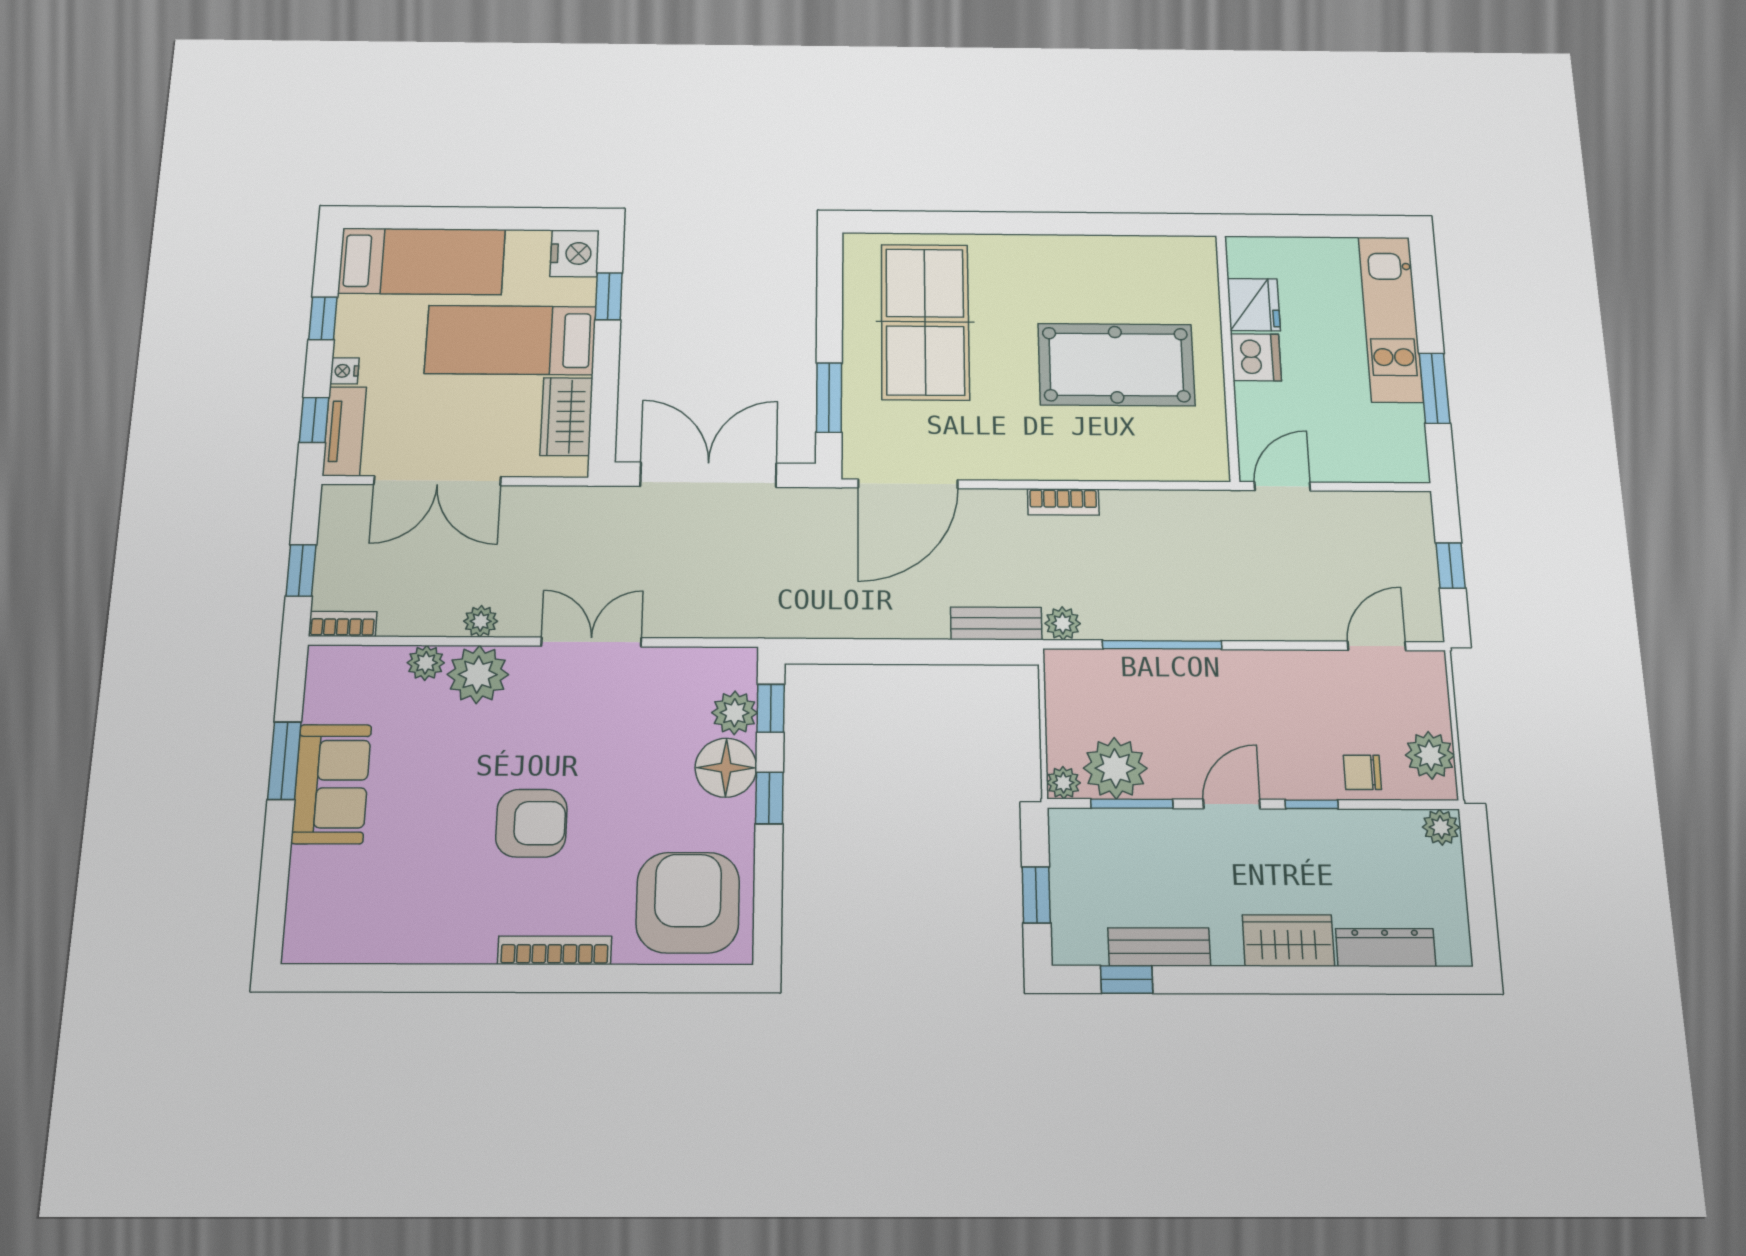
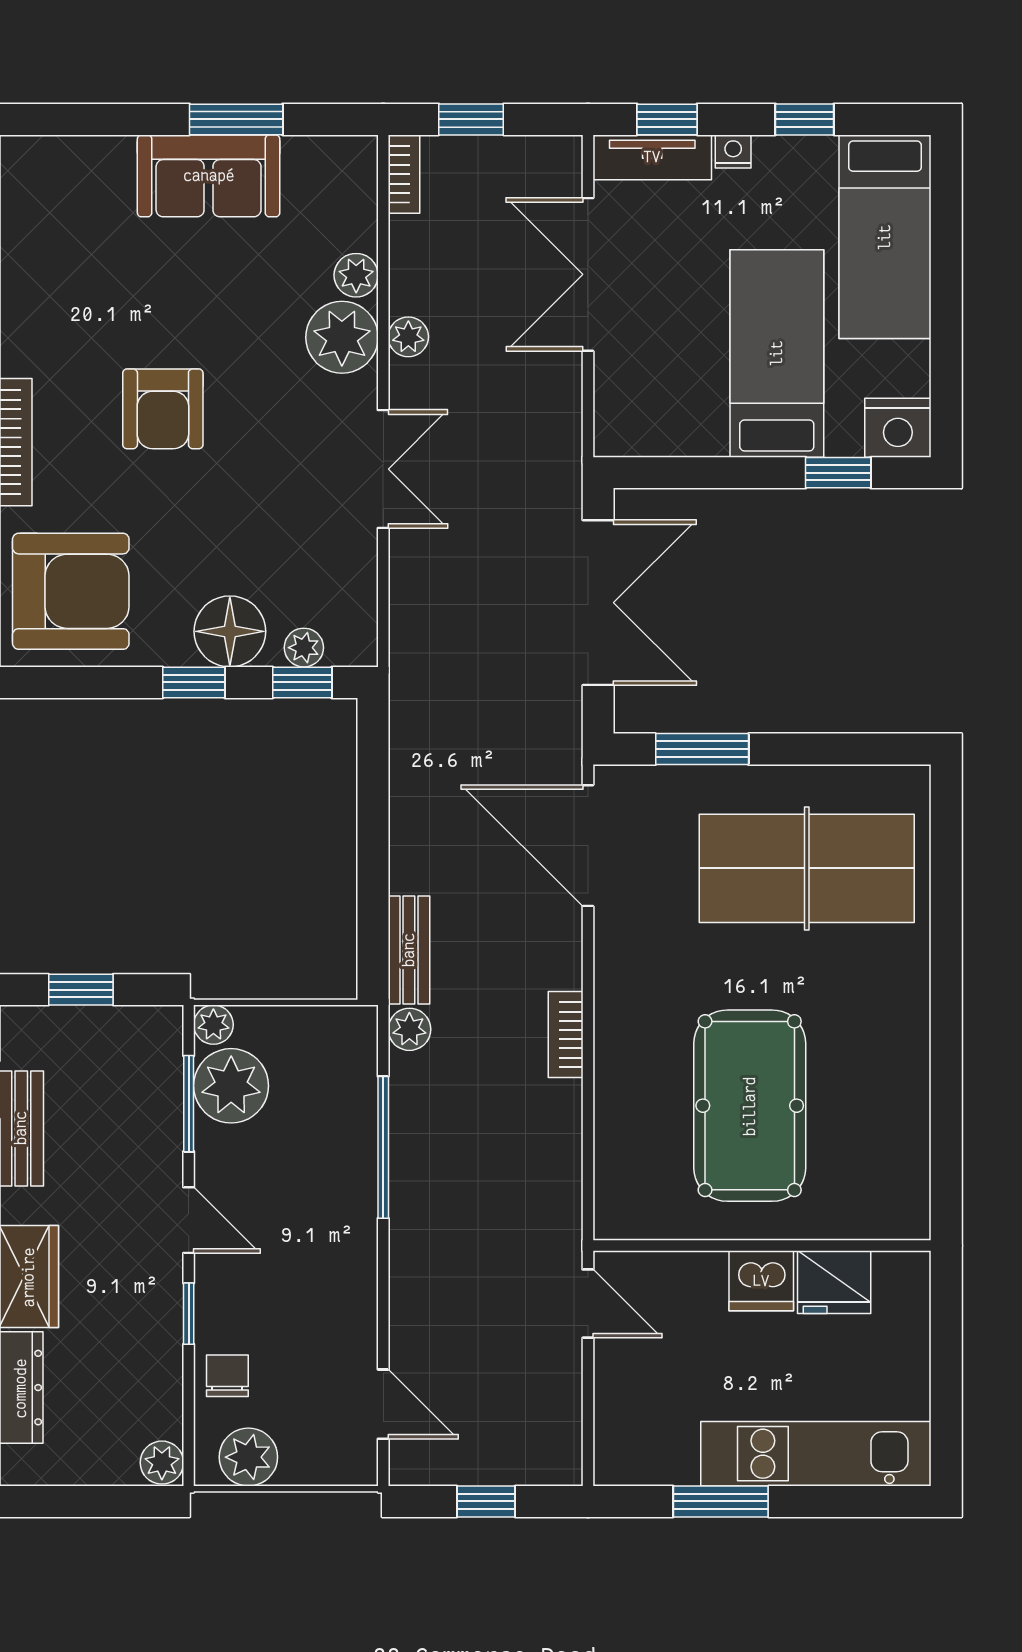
wardrobe: (566, 417) -> (674, 427), removed
plant: (735, 713) -> (304, 648), width x0.73, depth x0.73

